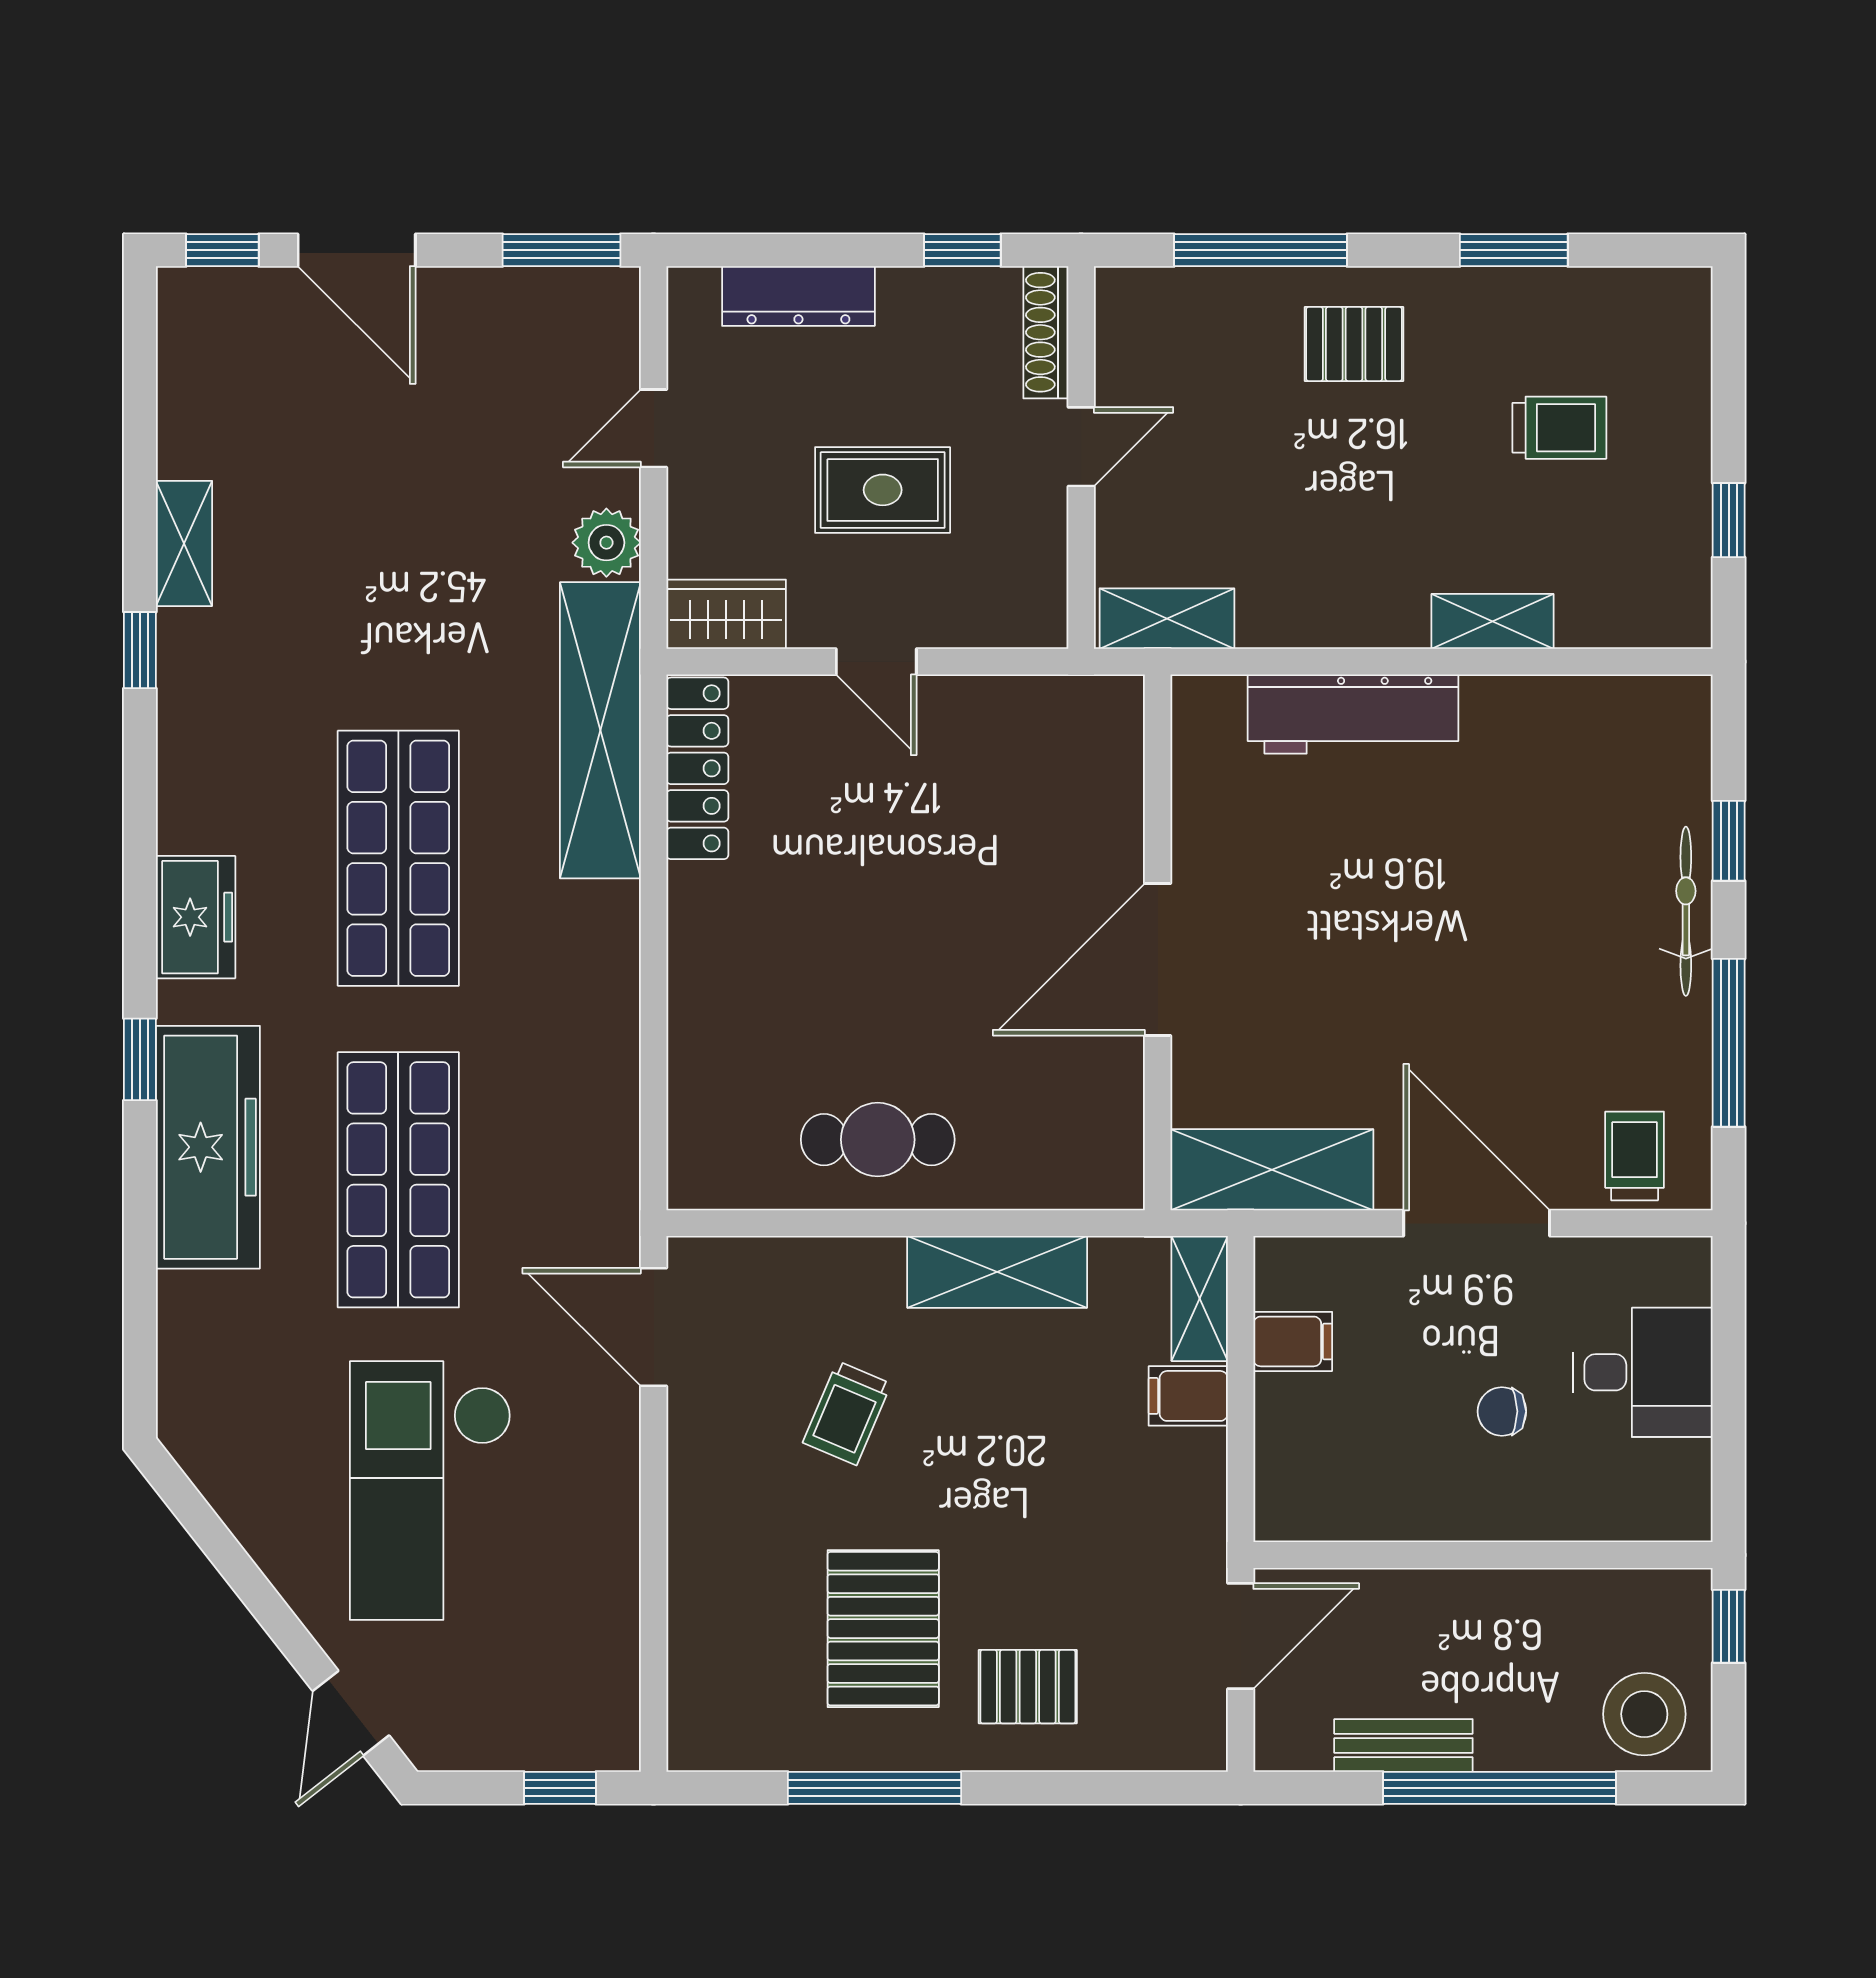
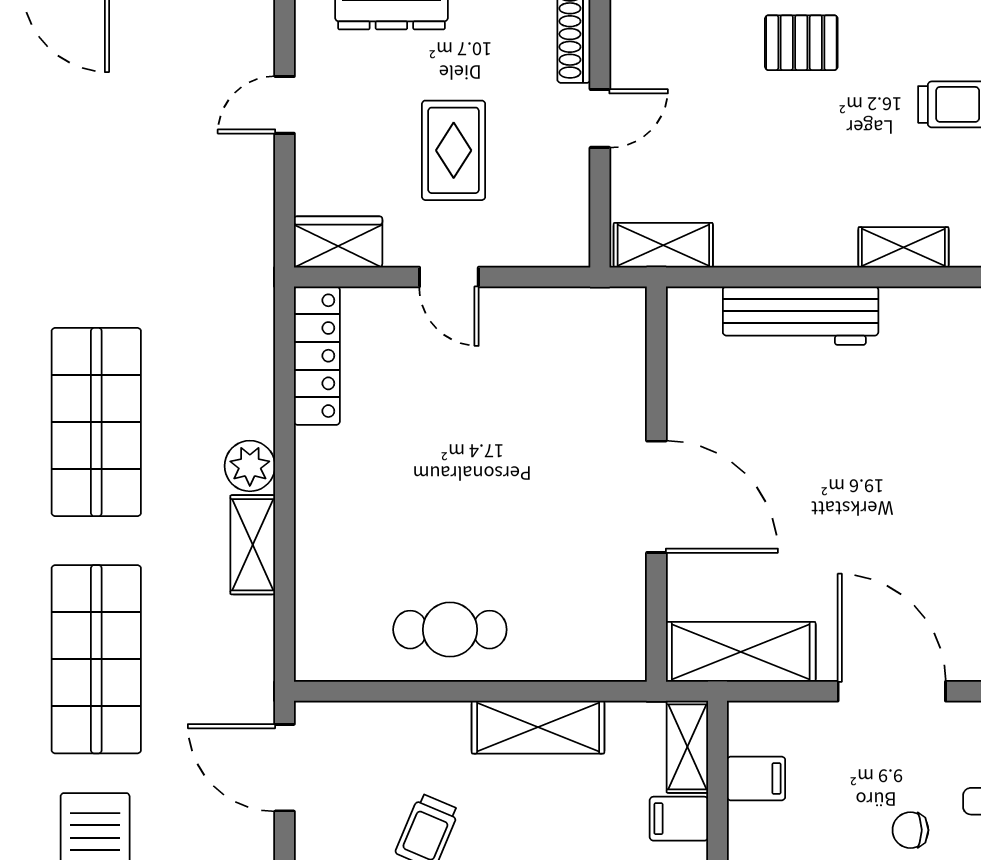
rug: (883, 490) -> (454, 150), turned 90
plant: (606, 543) -> (250, 466), moved
shelving: (600, 730) -> (253, 545), moved, width x0.45, depth x0.75
door: (1158, 960) -> (656, 497), swing flipped

